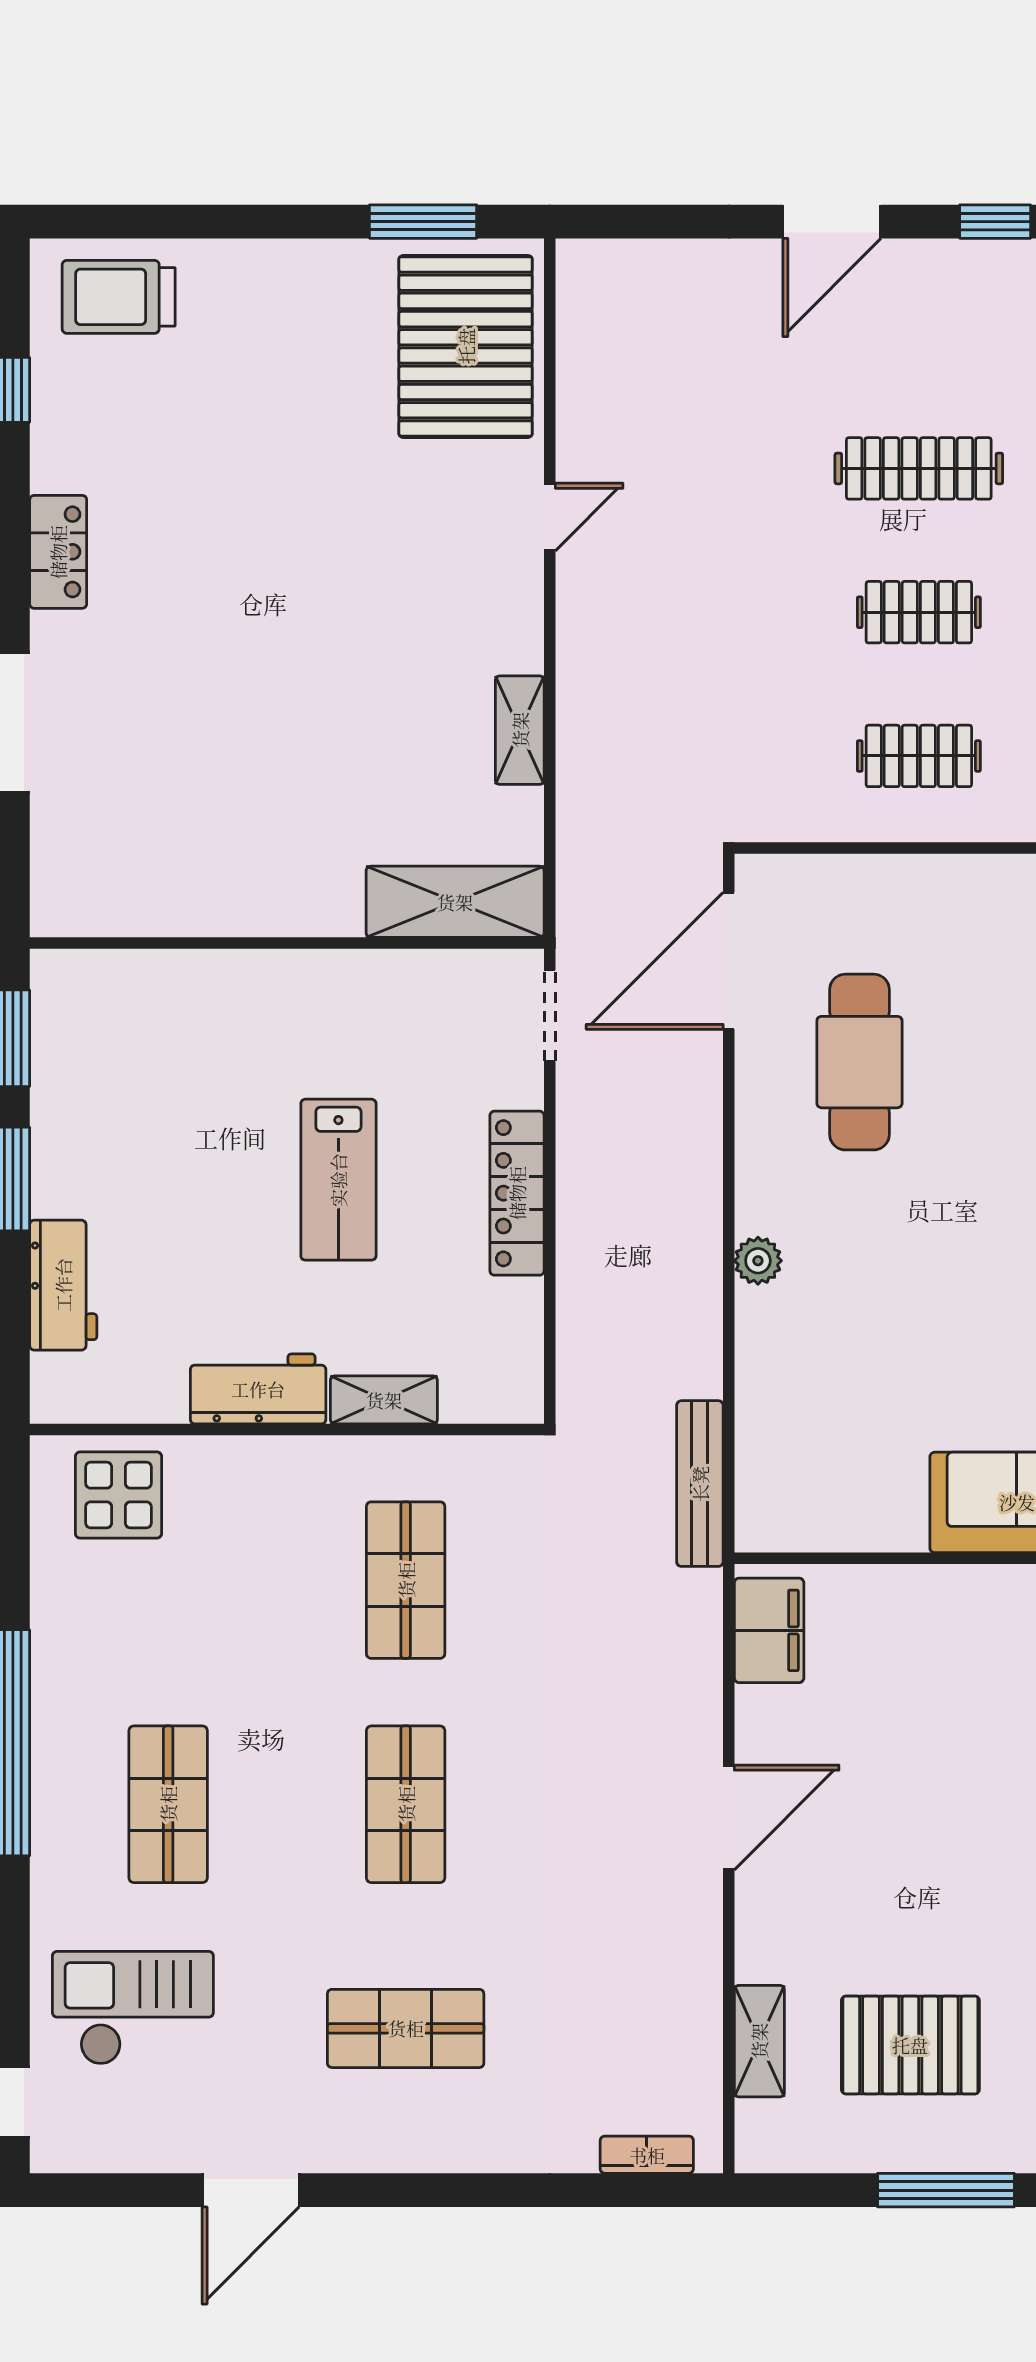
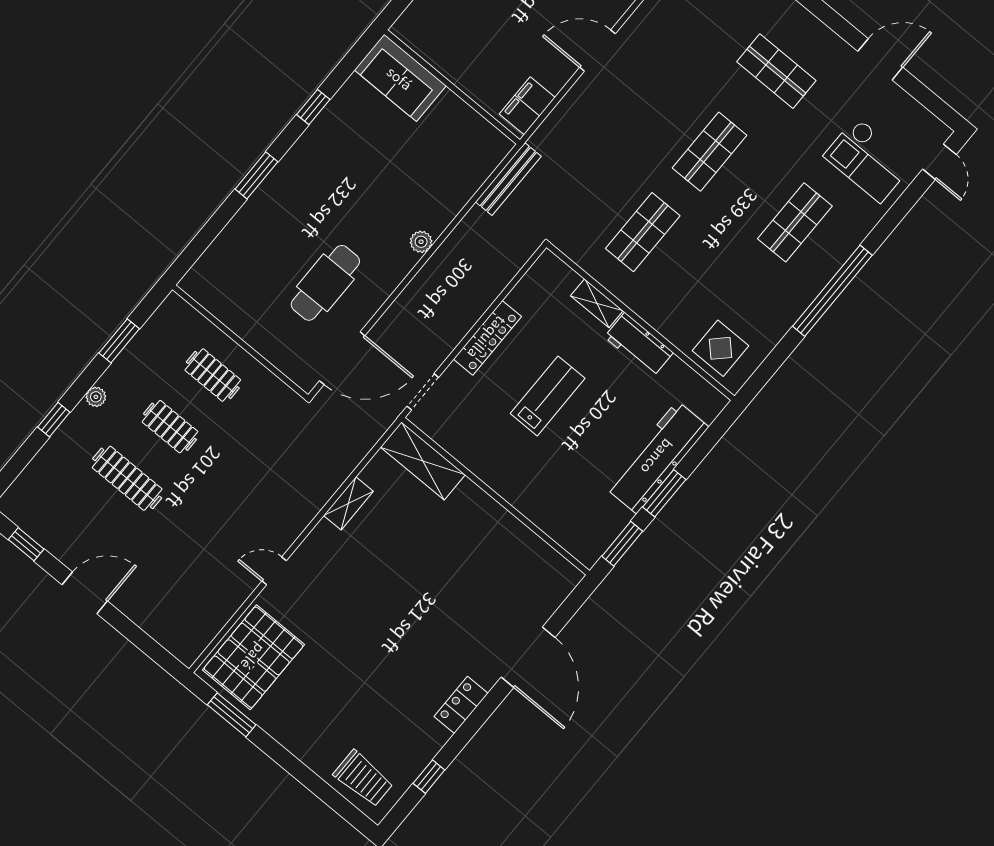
workbench: (63, 1285) -> (657, 457), width x1.88, depth x1.32

